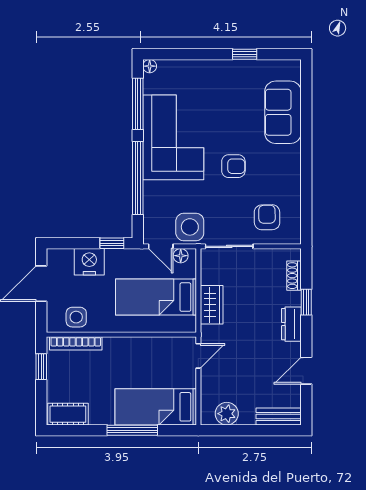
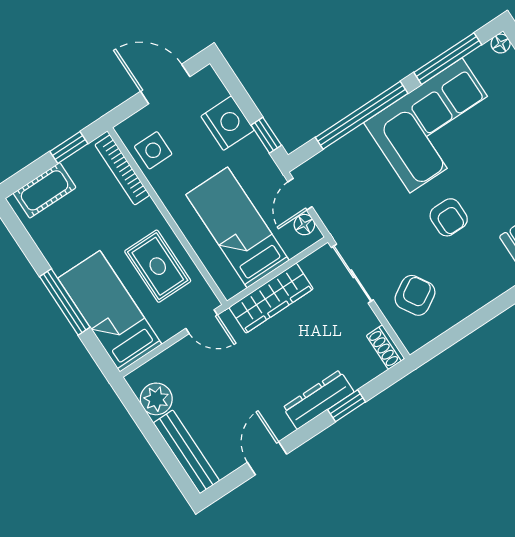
armchair: (267, 217) -> (415, 295), turned -30
side table: (190, 227) -> (345, 213), removed
shoe rack: (294, 276) -> (385, 347), moved, turned -90
wardrobe: (212, 305) -> (271, 298), width x1.50
dresser: (291, 324) -> (318, 400), width x1.44
rug: (148, 360) -> (158, 266), added
door: (306, 371) -> (267, 458), hinge flipped
cot: (68, 414) -> (45, 190), moved, turned 90
bench: (279, 417) -> (186, 452), width x1.36

